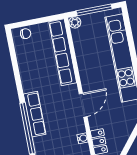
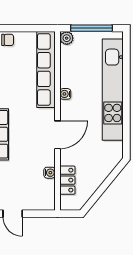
water cooler: (83, 70) -> (65, 94), added

